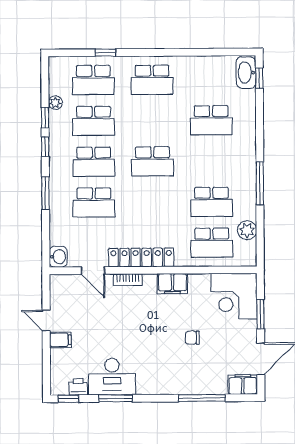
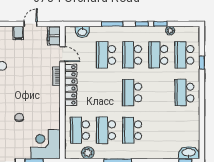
school desk: (211, 120) -> (132, 130), moved
washbasin: (58, 257) -> (82, 32), moved
door: (93, 271) -> (62, 54), swing flipped
filing cabinet: (172, 284) -> (54, 36), moved

